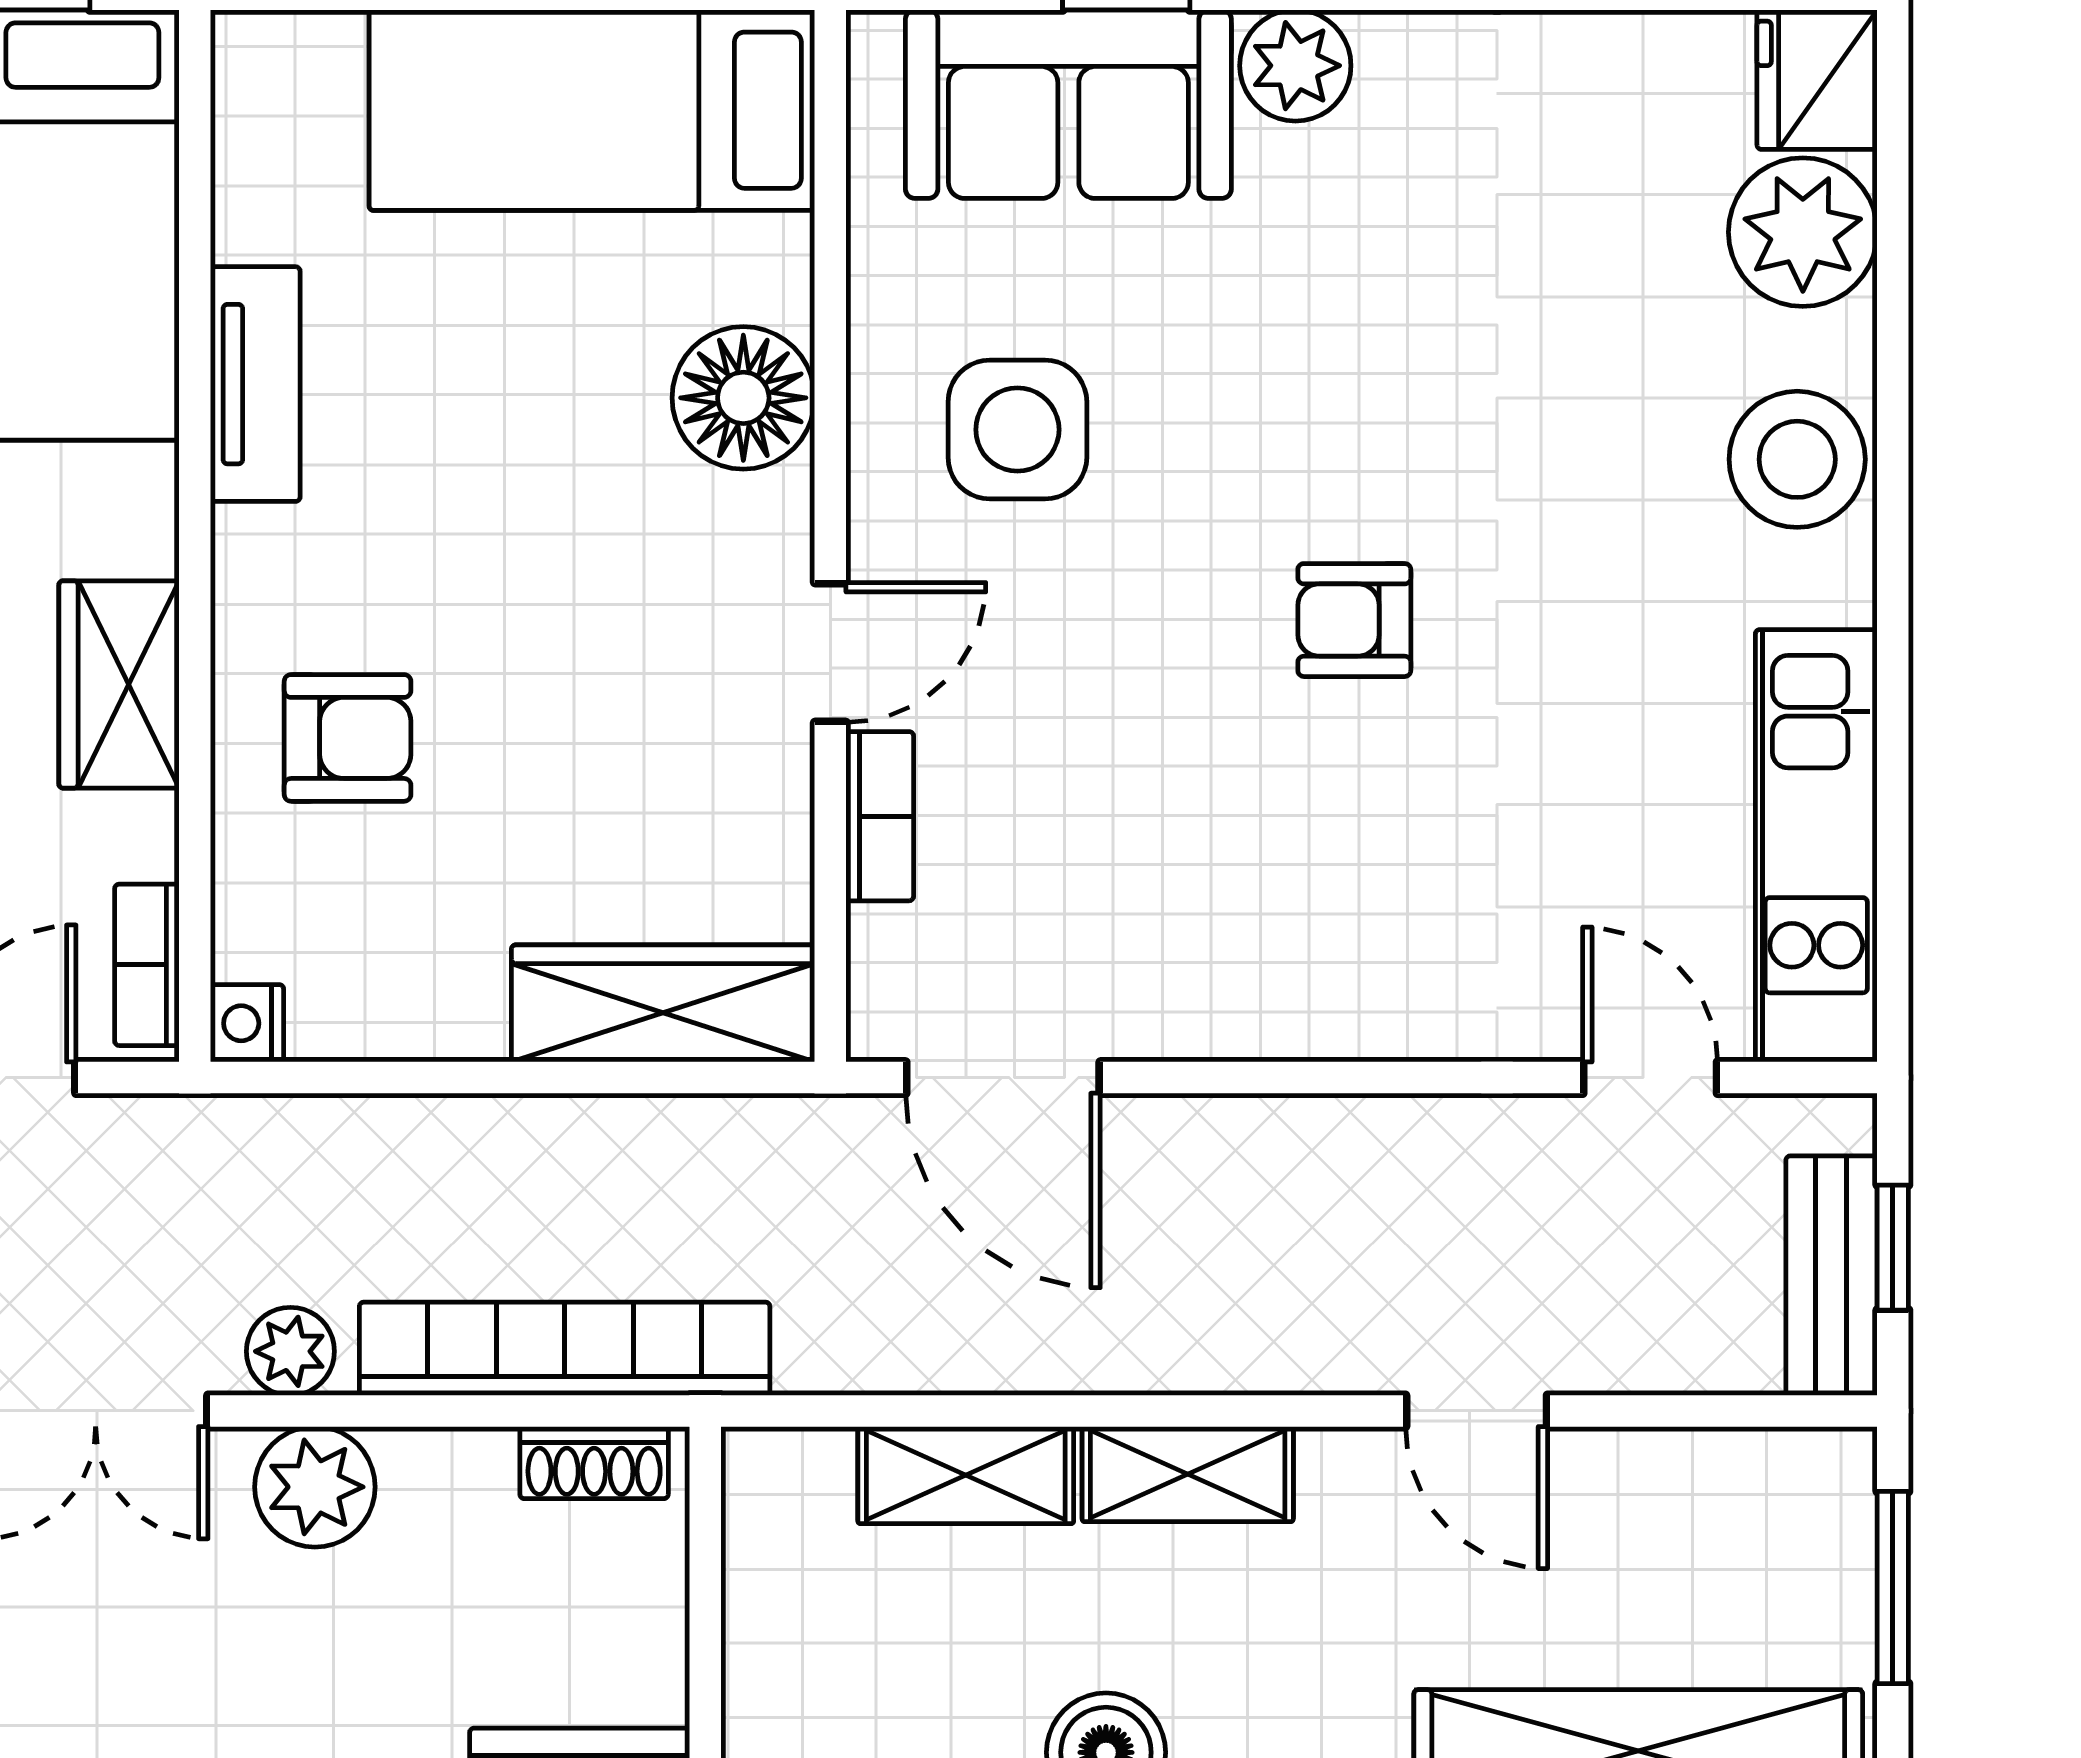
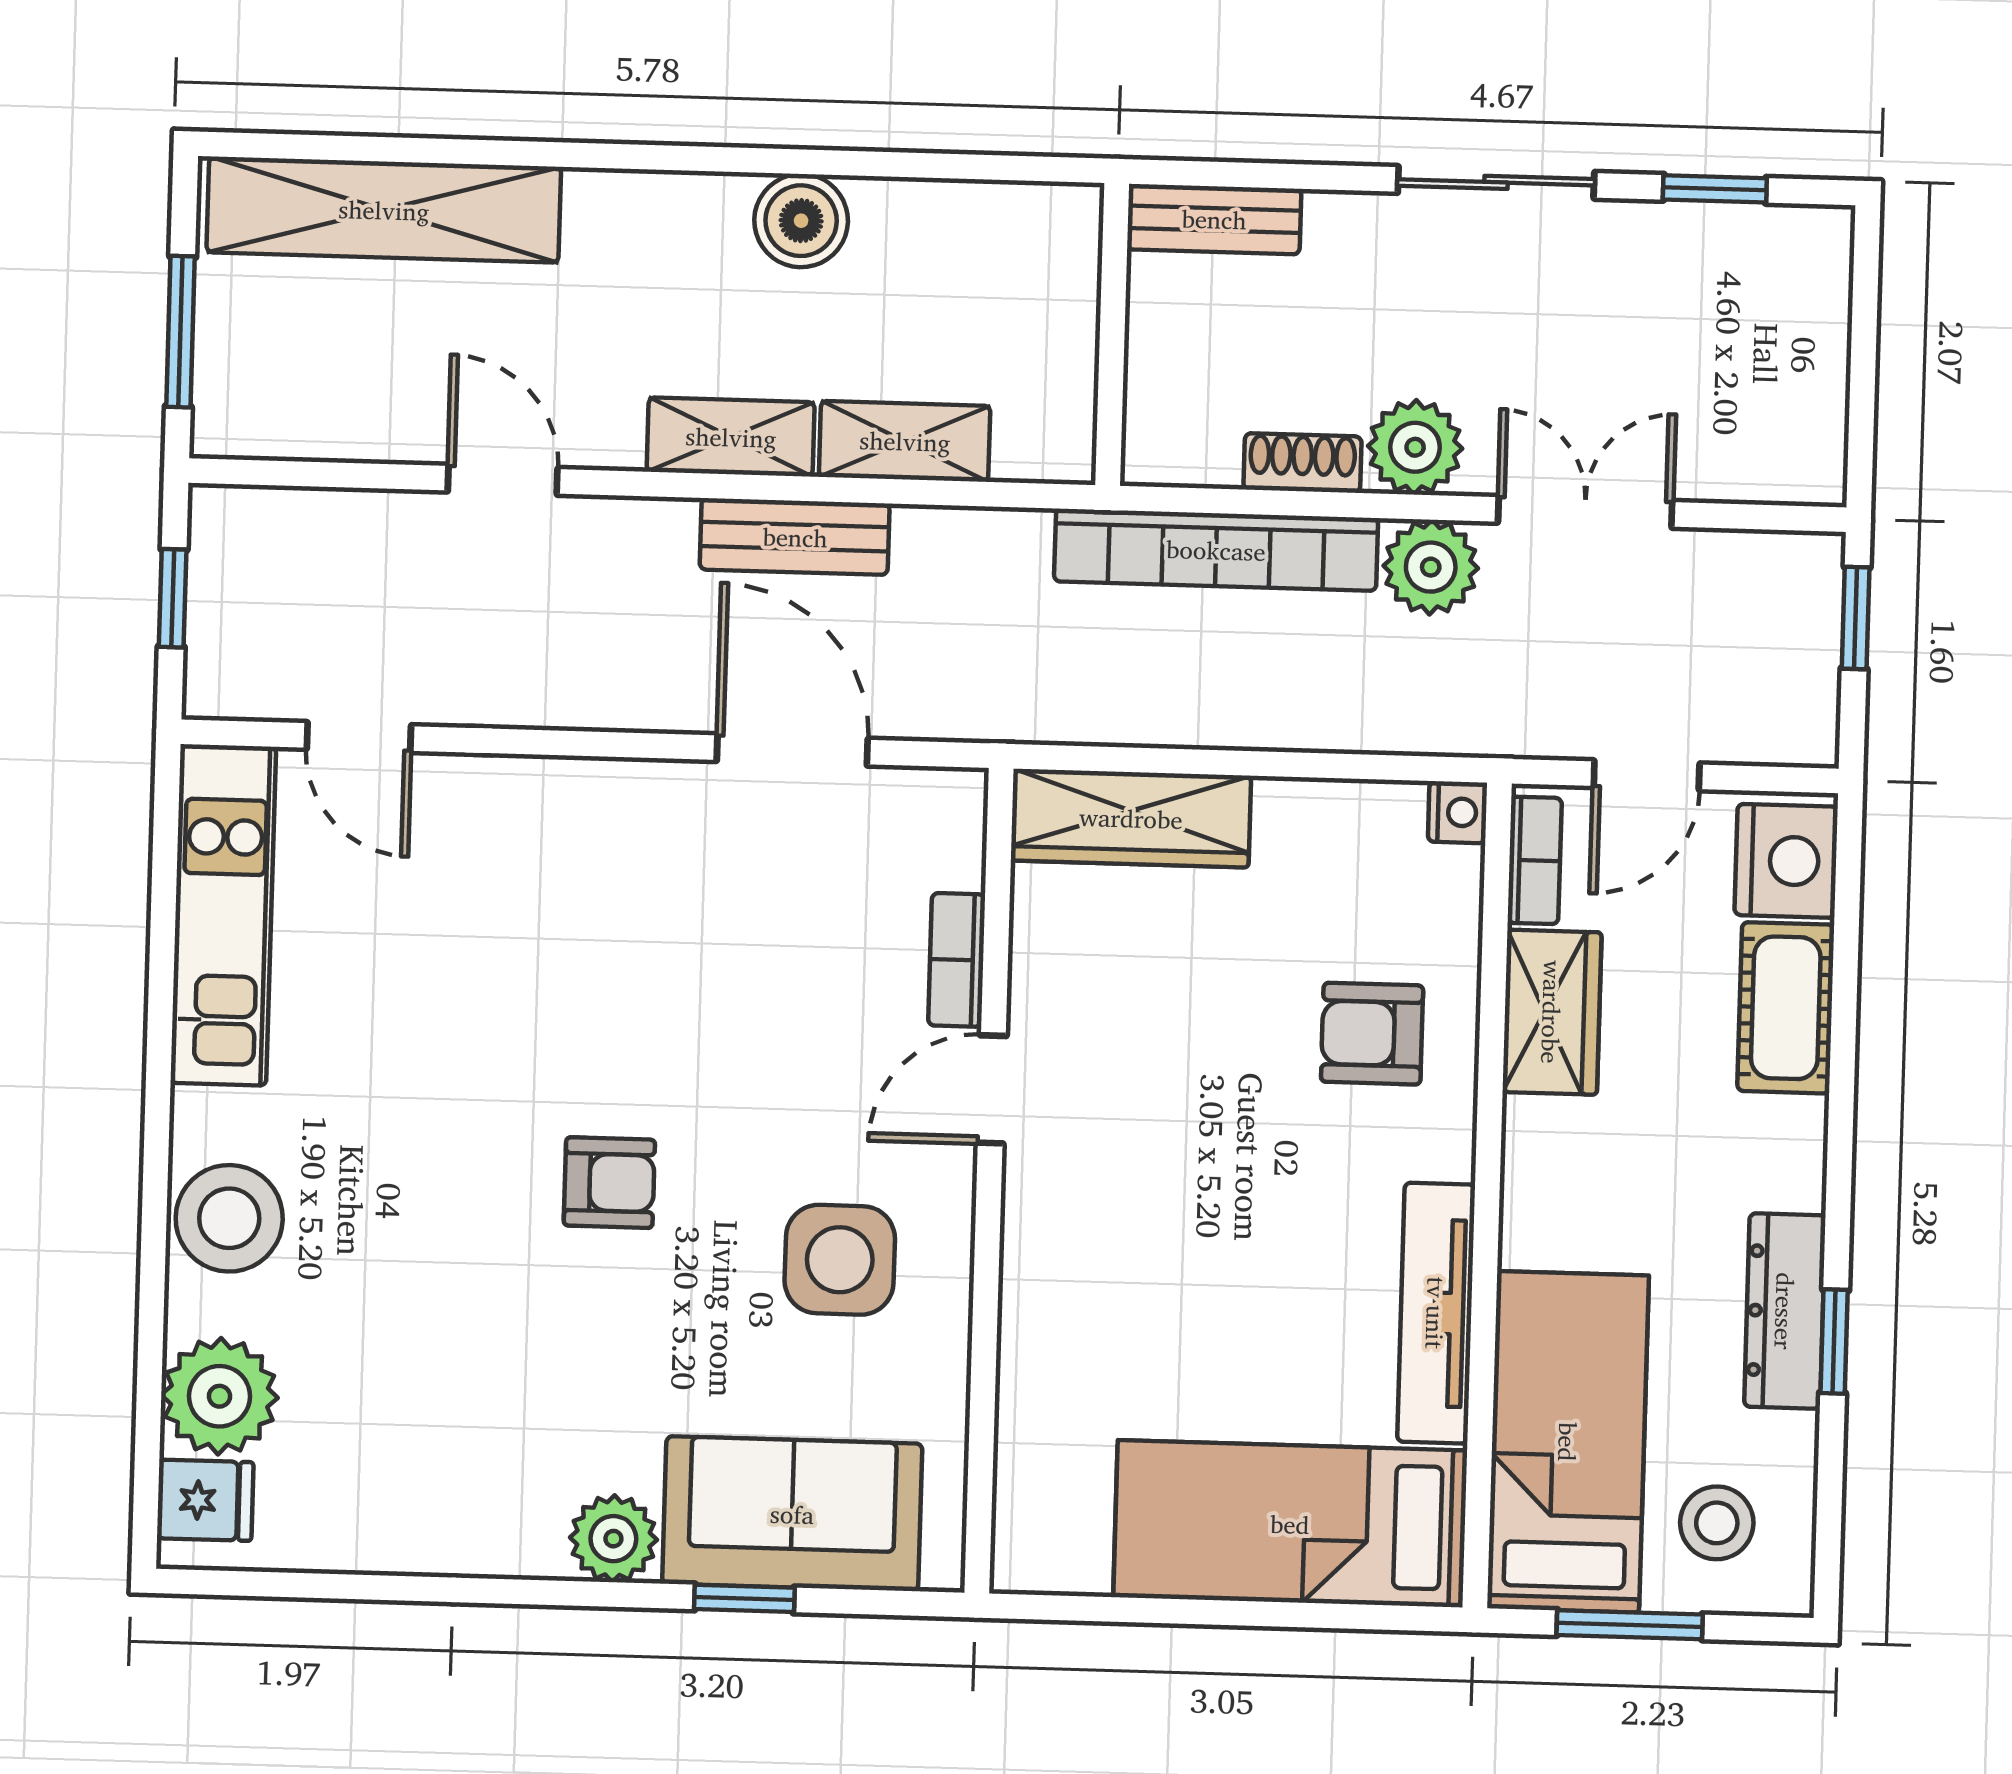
fridge: (1817, 80) -> (205, 1500), width x0.72
bed: (592, 110) -> (1290, 1524), moved, turned 180
tv unit: (255, 384) -> (1436, 1313), width x1.41
floor lamp: (743, 398) -> (1054, 1291), removed
armchair: (1354, 620) -> (609, 1183), moved
wardrobe: (119, 684) -> (1552, 1012), moved
door: (1003, 1078) -> (792, 750), moved
bench: (1831, 1276) -> (795, 537), moved, turned 90
plant: (290, 1351) -> (1431, 567), width x1.38, depth x1.38
shoe rack: (594, 1463) -> (1303, 463), moved

